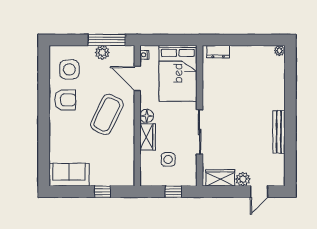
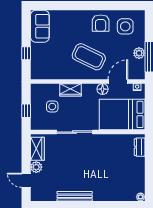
floor lamp: (147, 116) -> (103, 89), moved

